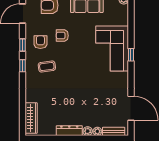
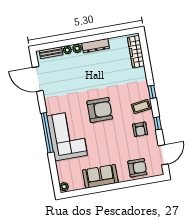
armchair: (62, 36) -> (100, 110), moved, width x1.88, depth x1.88
window: (131, 55) -> (47, 133), width x3.17
window: (22, 66) -> (152, 92), moved
coffee table: (47, 66) -> (141, 107), moved

